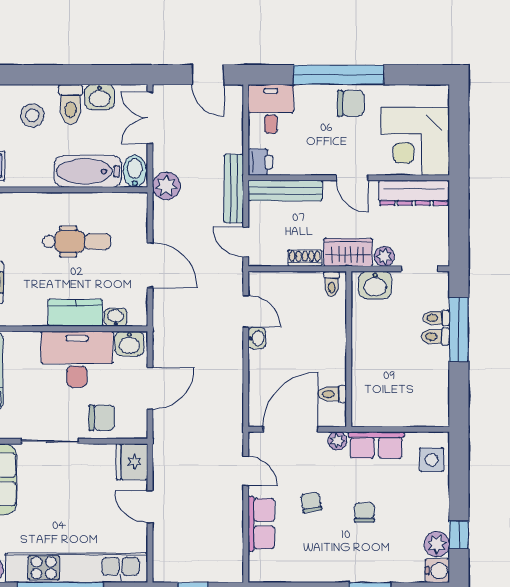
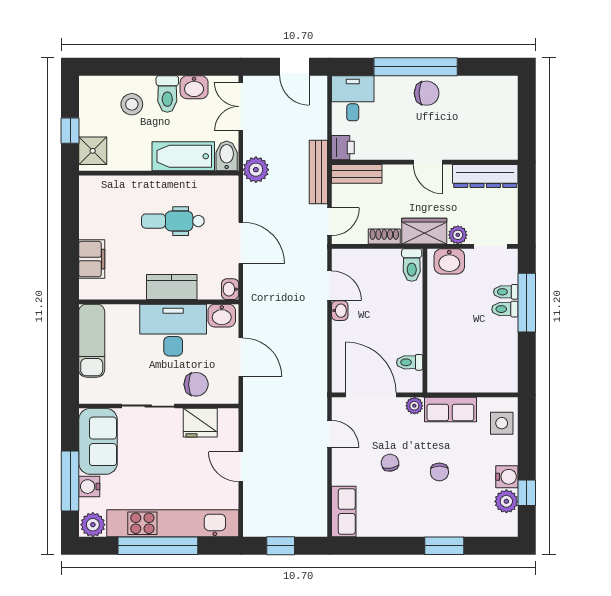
corner desk: (415, 141) -> (486, 128), removed
bench: (285, 191) -> (357, 174), width x0.73
dental chair: (77, 241) -> (173, 221), turned 180
door: (246, 242) -> (329, 222), swing flipped
toilet: (332, 284) -> (412, 265), width x1.37, depth x1.39
washbasin: (116, 317) -> (230, 289), moved, turned -90
door: (150, 388) -> (241, 357), hinge flipped
door: (290, 429) -> (371, 395), hinge flipped
fridge: (132, 462) -> (200, 423), moved, turned -90
chair: (364, 512) -> (439, 472), turned 180
row of seats: (261, 524) -> (344, 511), moved
water cooler: (437, 571) -> (507, 477), moved

